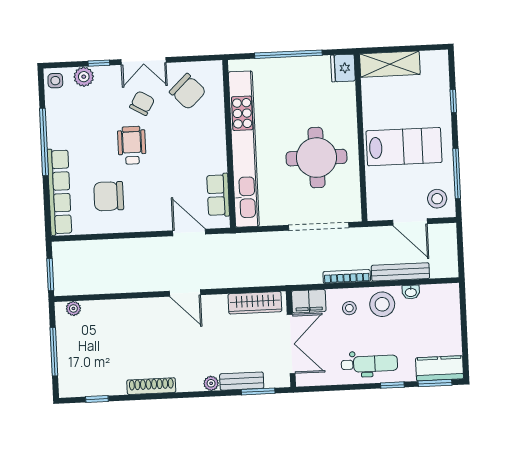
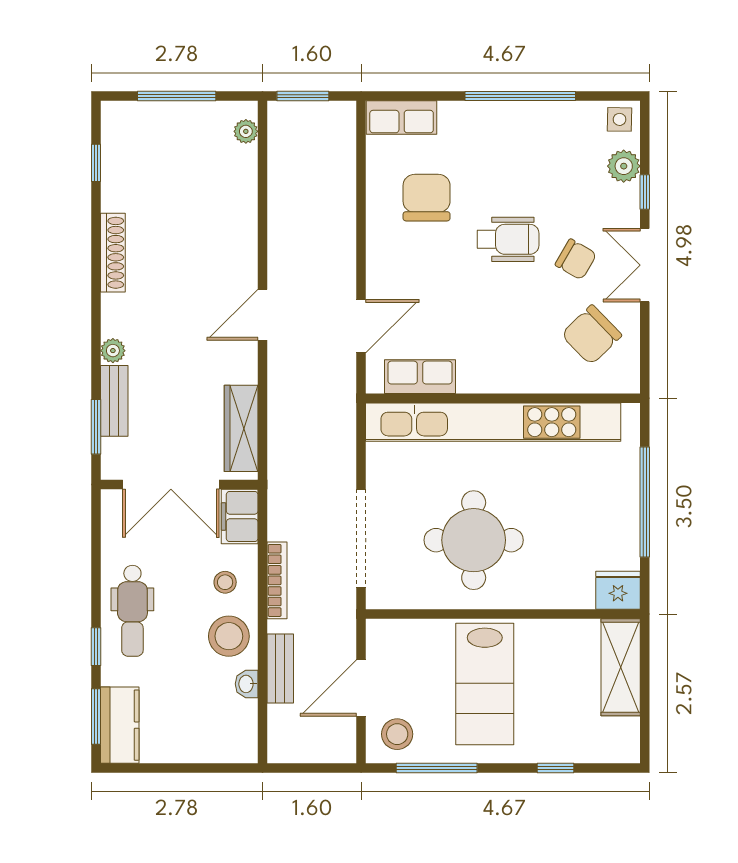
row of seats: (59, 192) -> (402, 117), width x0.50
bench: (400, 272) -> (280, 668), width x0.73

